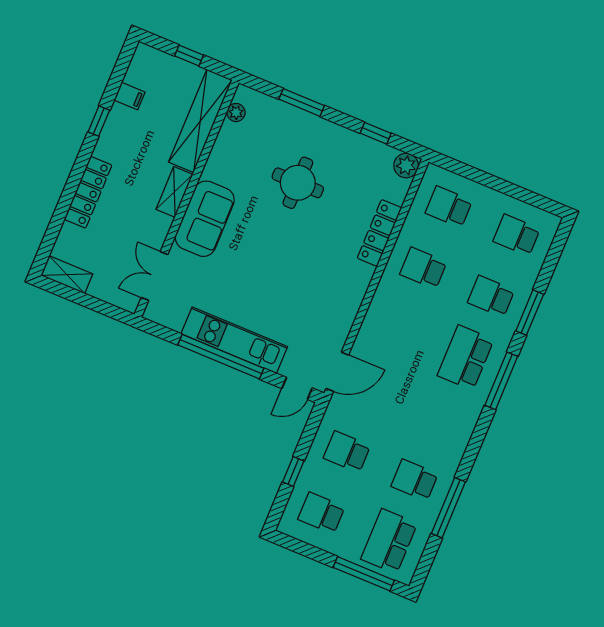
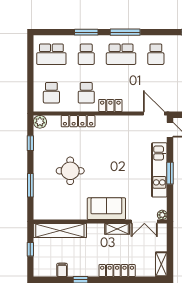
plant: (236, 113) -> (162, 215), moved
shelving: (174, 192) -> (117, 229), moved
school desk: (517, 235) -> (51, 54), width x1.85
locker: (383, 301) -> (110, 106), added
window: (221, 357) -> (170, 173), width x0.47
school desk: (440, 419) -> (156, 54), added

